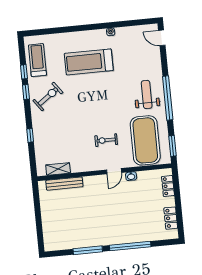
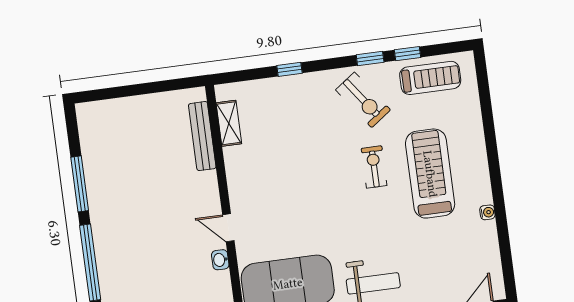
exercise bike: (106, 140) -> (374, 167), moved

